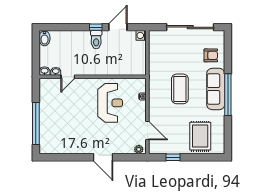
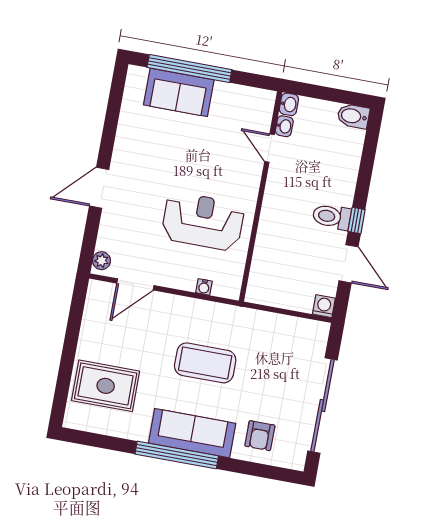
reception desk: (110, 103) -> (203, 221), turned 180
sofa: (49, 126) -> (179, 92), added
window: (173, 157) -> (74, 325), removed

